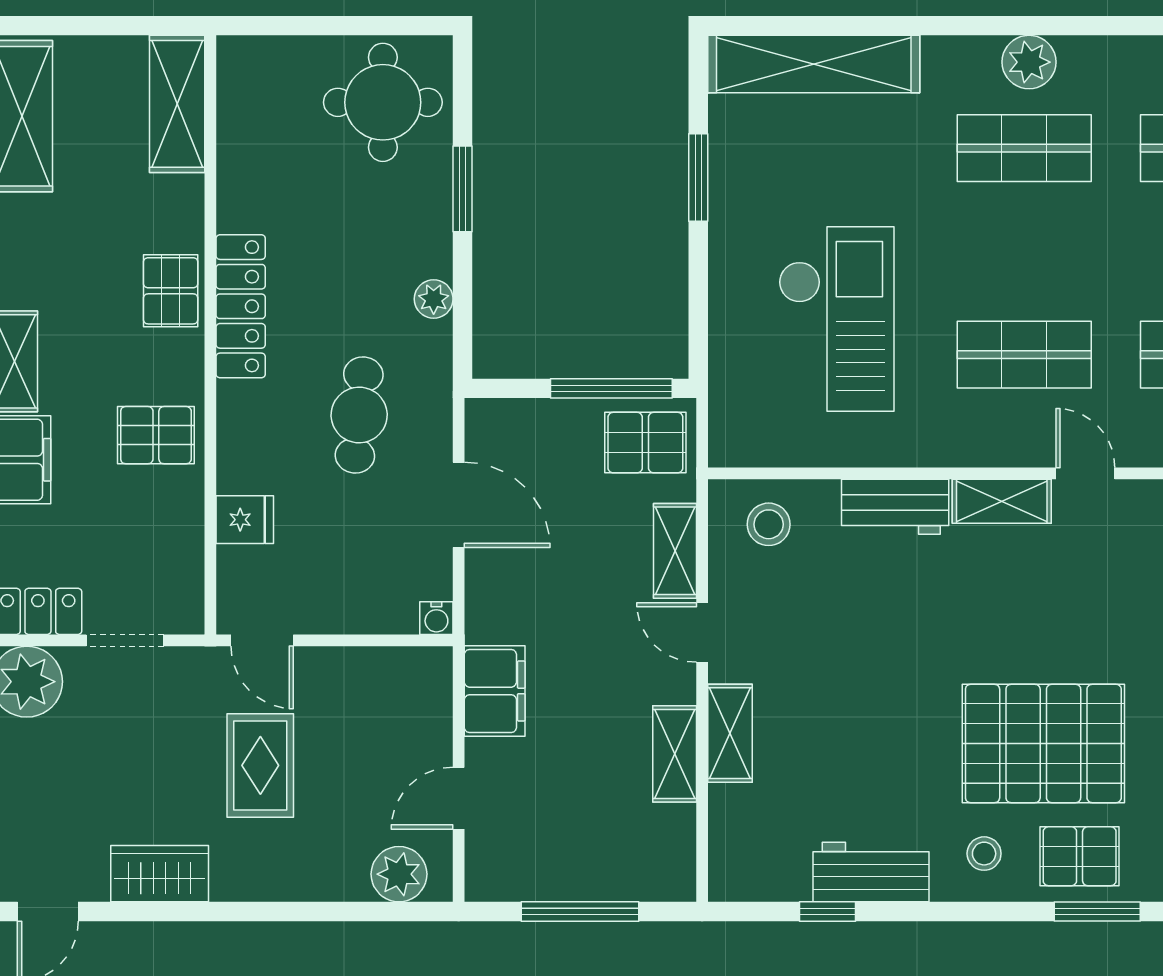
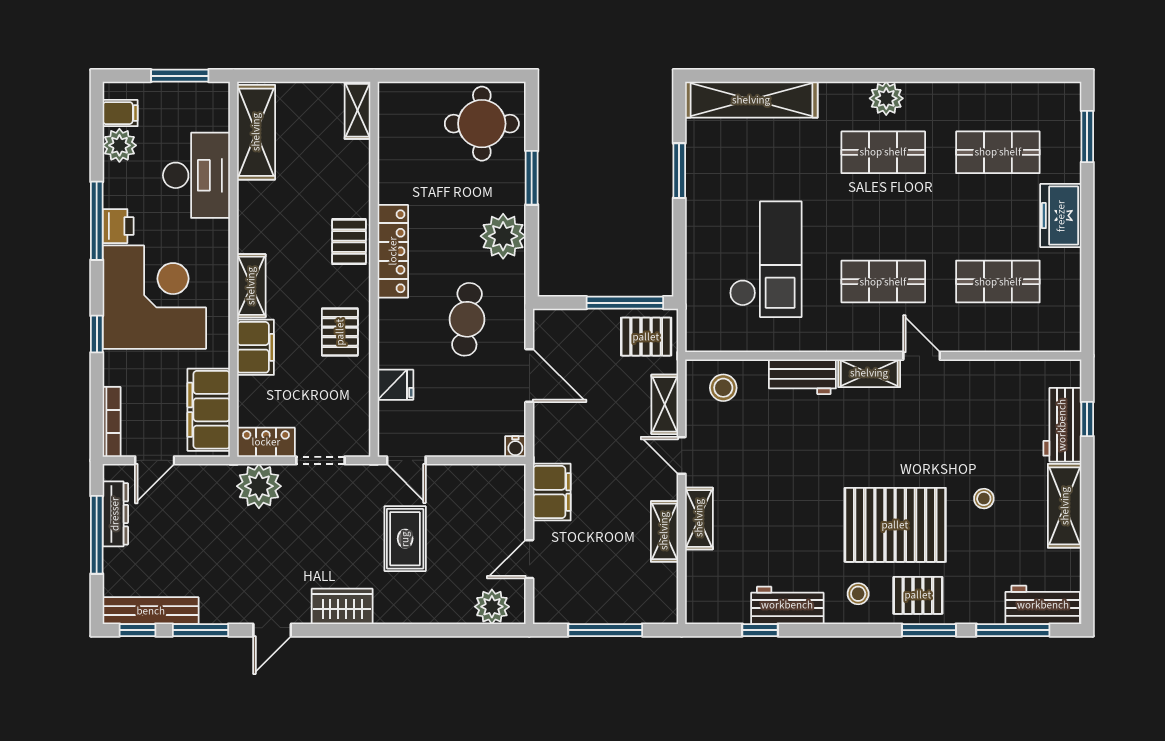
shelving: (177, 104) -> (357, 110), width x0.67, depth x0.75
plant: (434, 299) -> (503, 236), width x1.88, depth x1.88
pallet: (156, 435) -> (340, 332), turned 90

